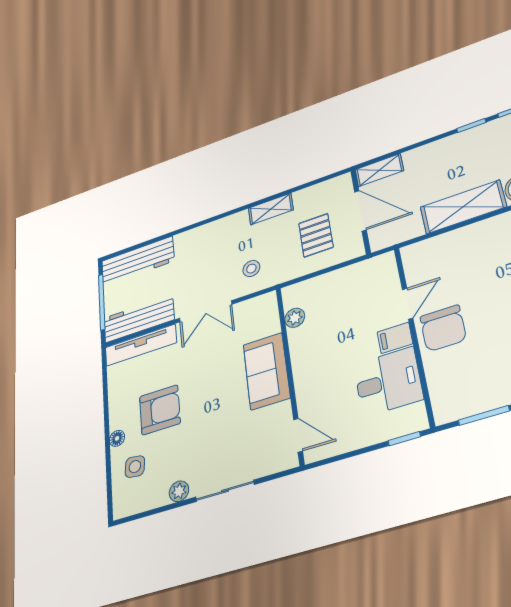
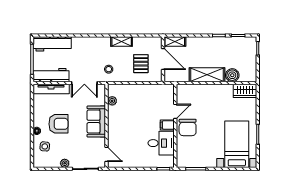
plant: (295, 318) -> (112, 101), moved
sofa: (266, 371) -> (96, 121), moved
wall: (290, 373) -> (106, 126), moved
door: (298, 435) -> (106, 154), moved

